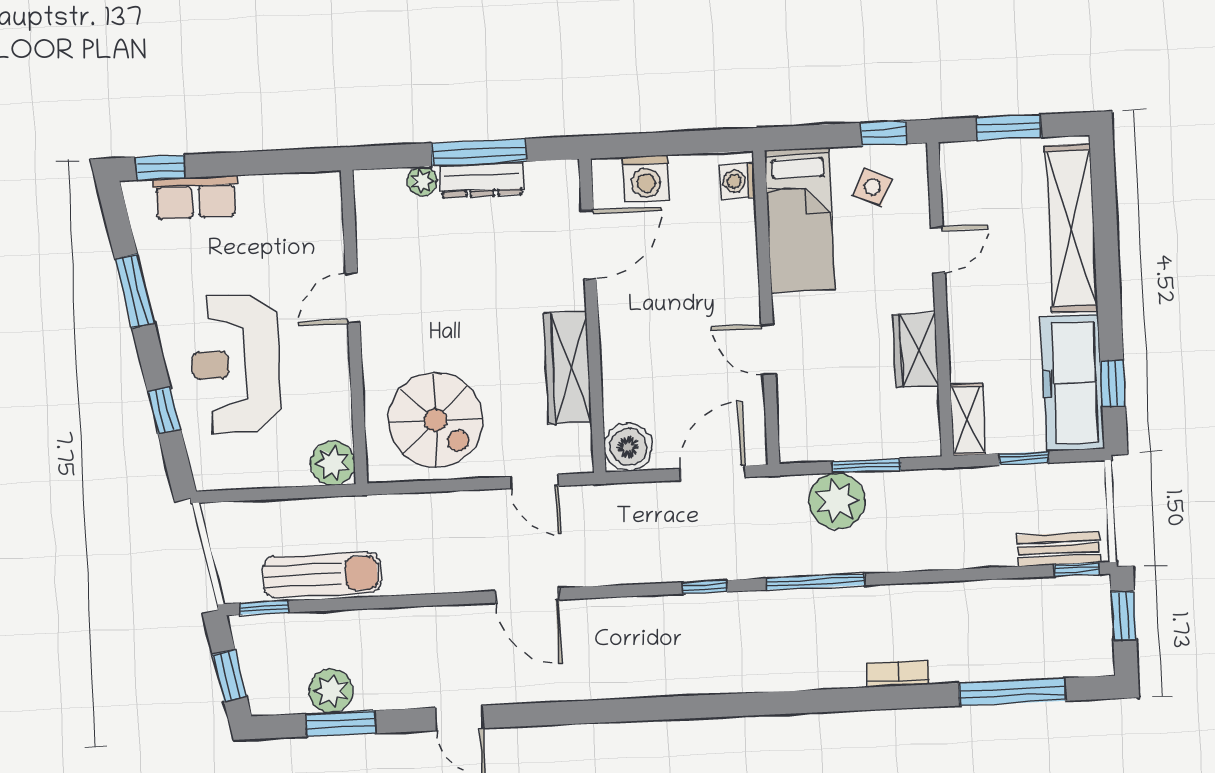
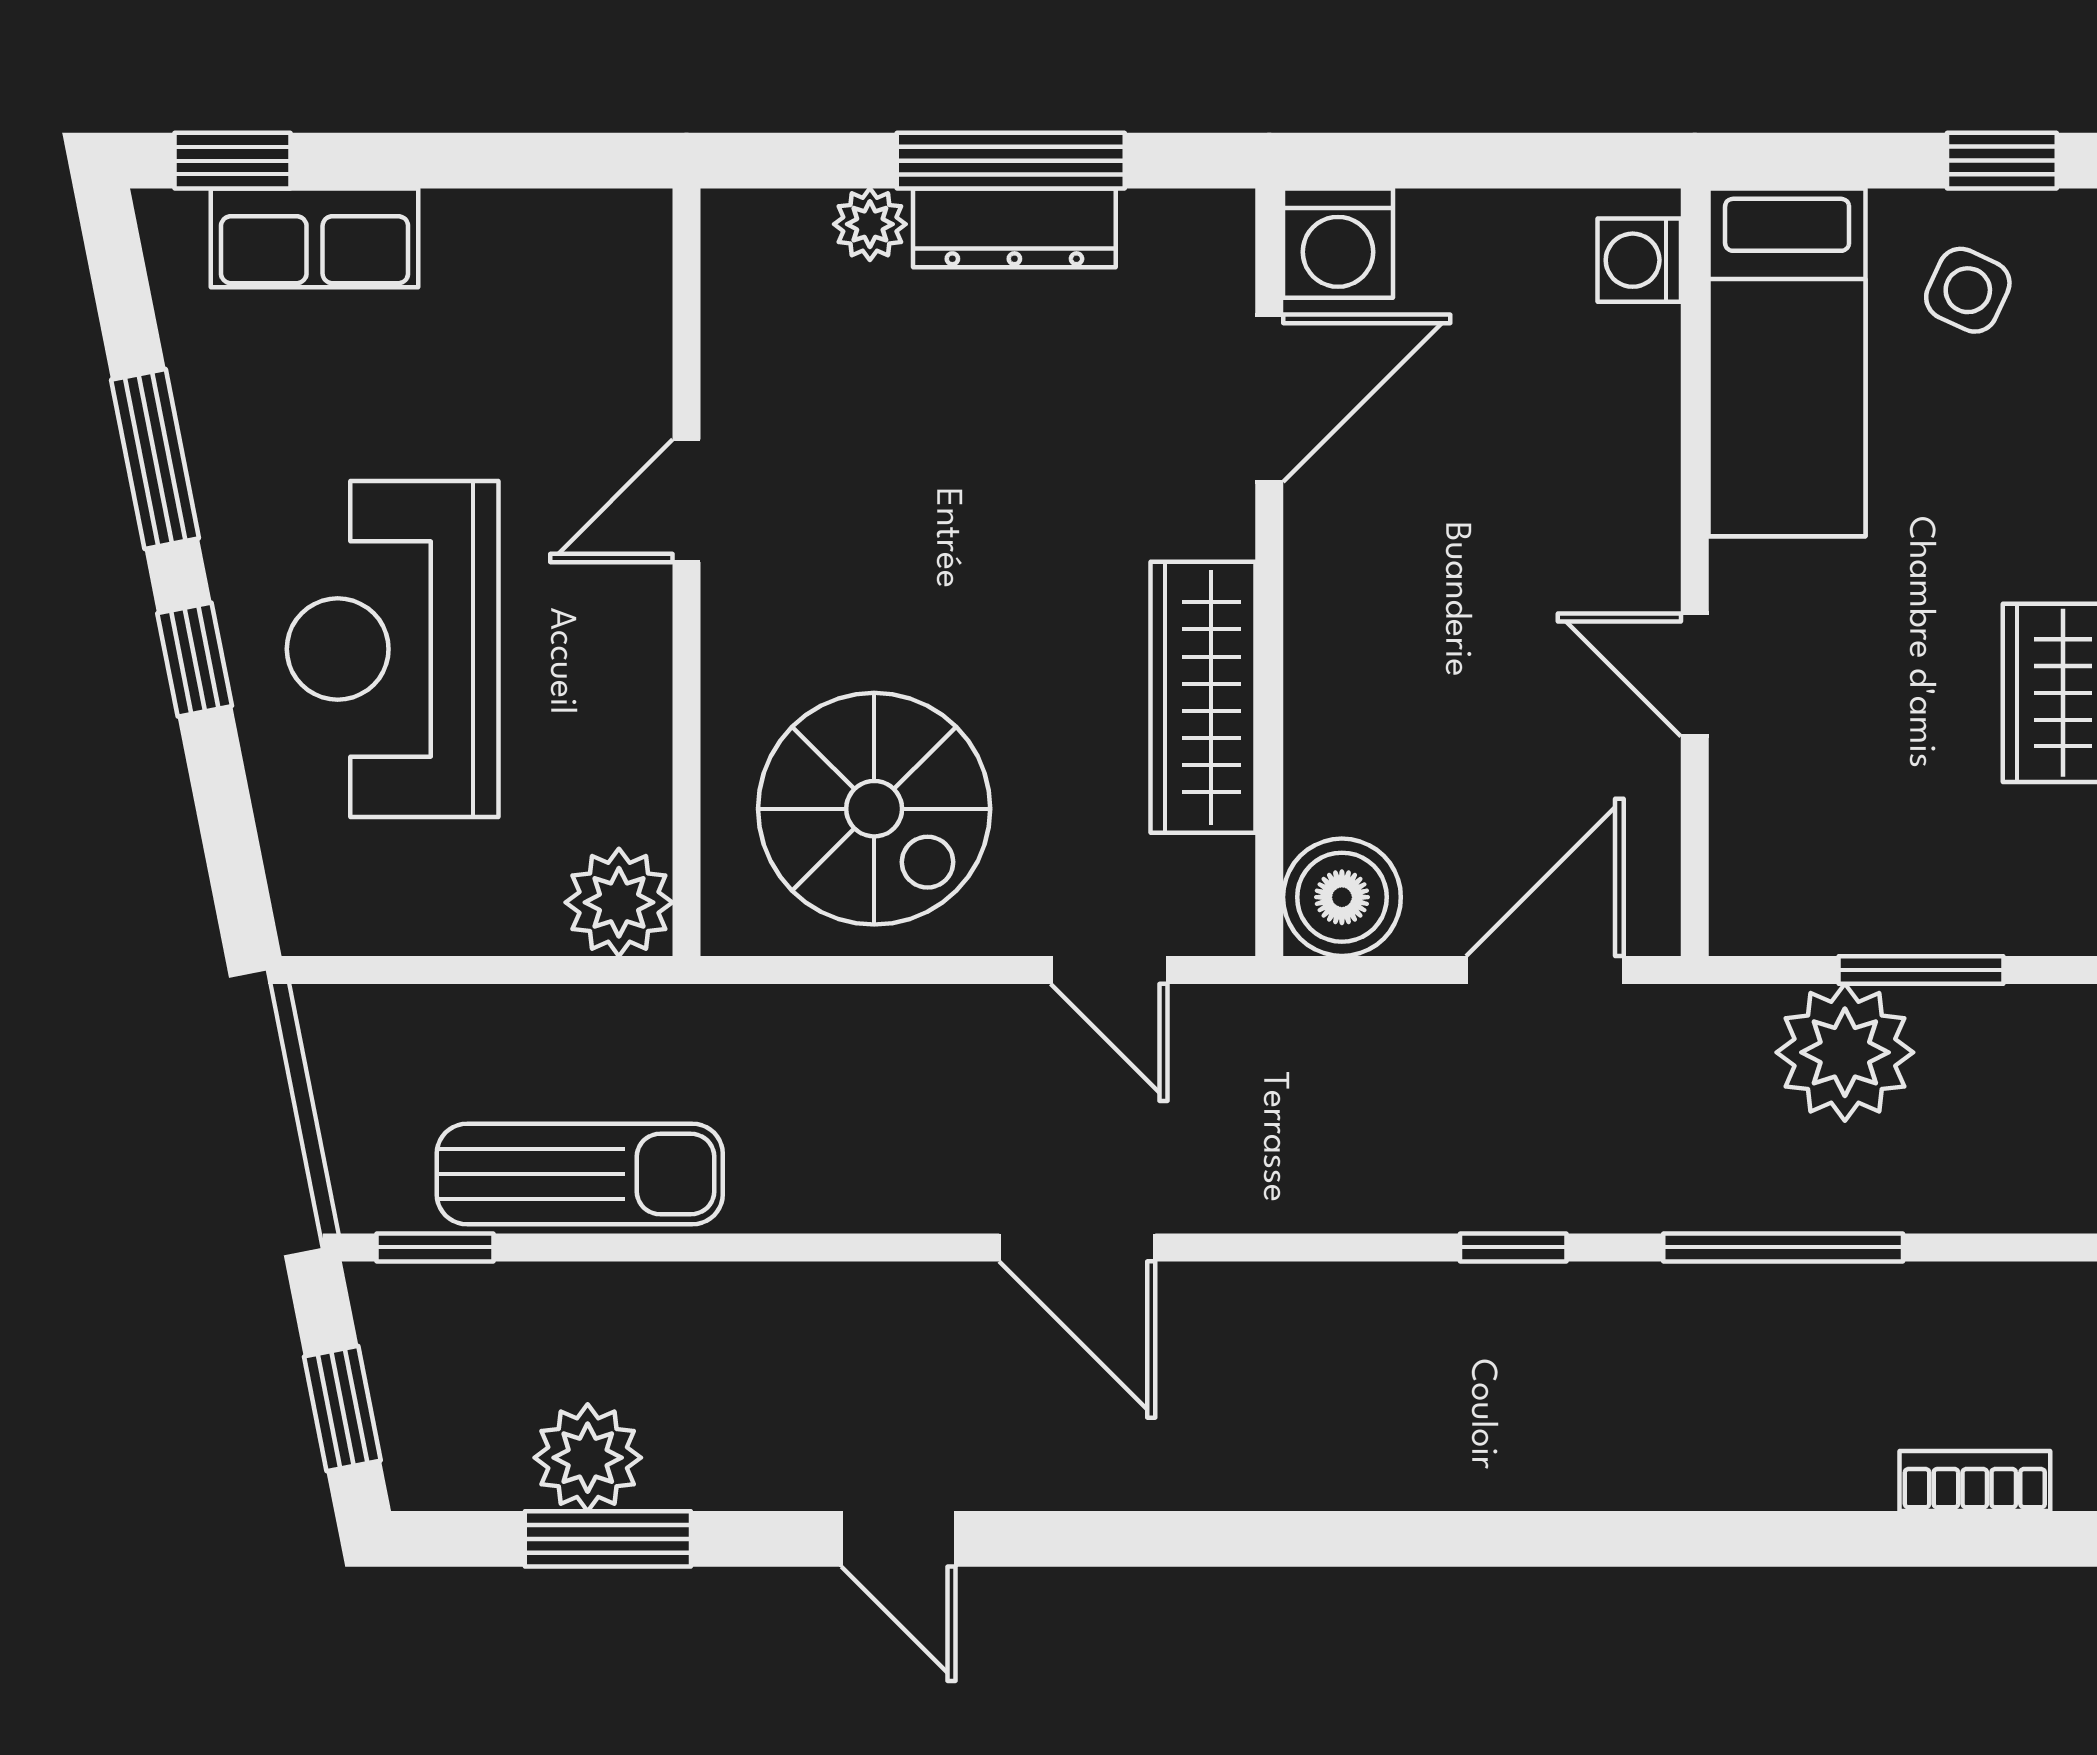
washing machine: (646, 178) -> (1338, 243), moved
window: (164, 410) -> (195, 660), moved

